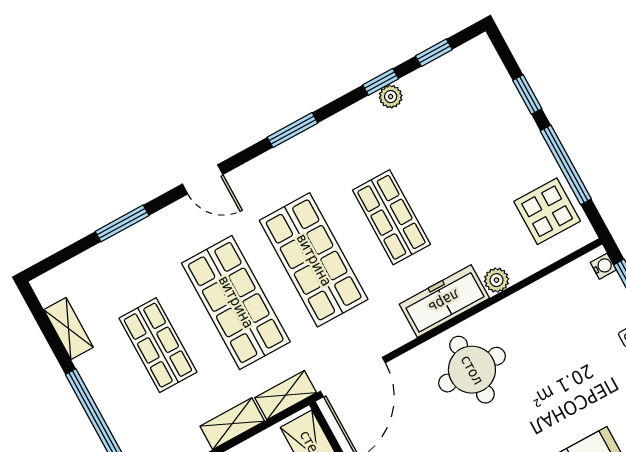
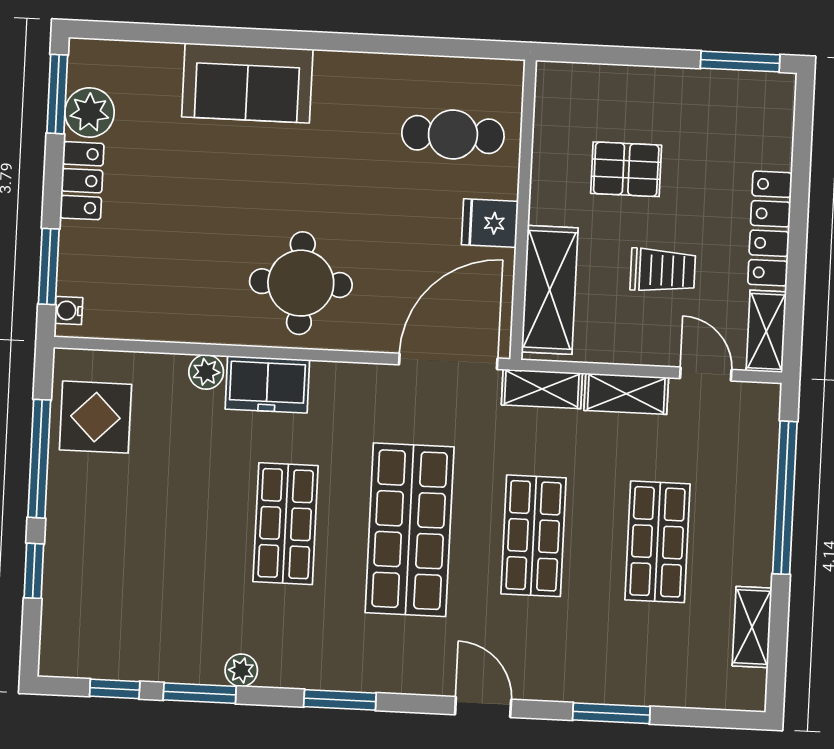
window: (381, 82) -> (200, 693), width x1.50
plant: (391, 97) -> (241, 670), moved
freezer: (444, 301) -> (267, 384), width x0.71
shop shelf: (236, 302) -> (534, 536), width x0.70, depth x0.74

